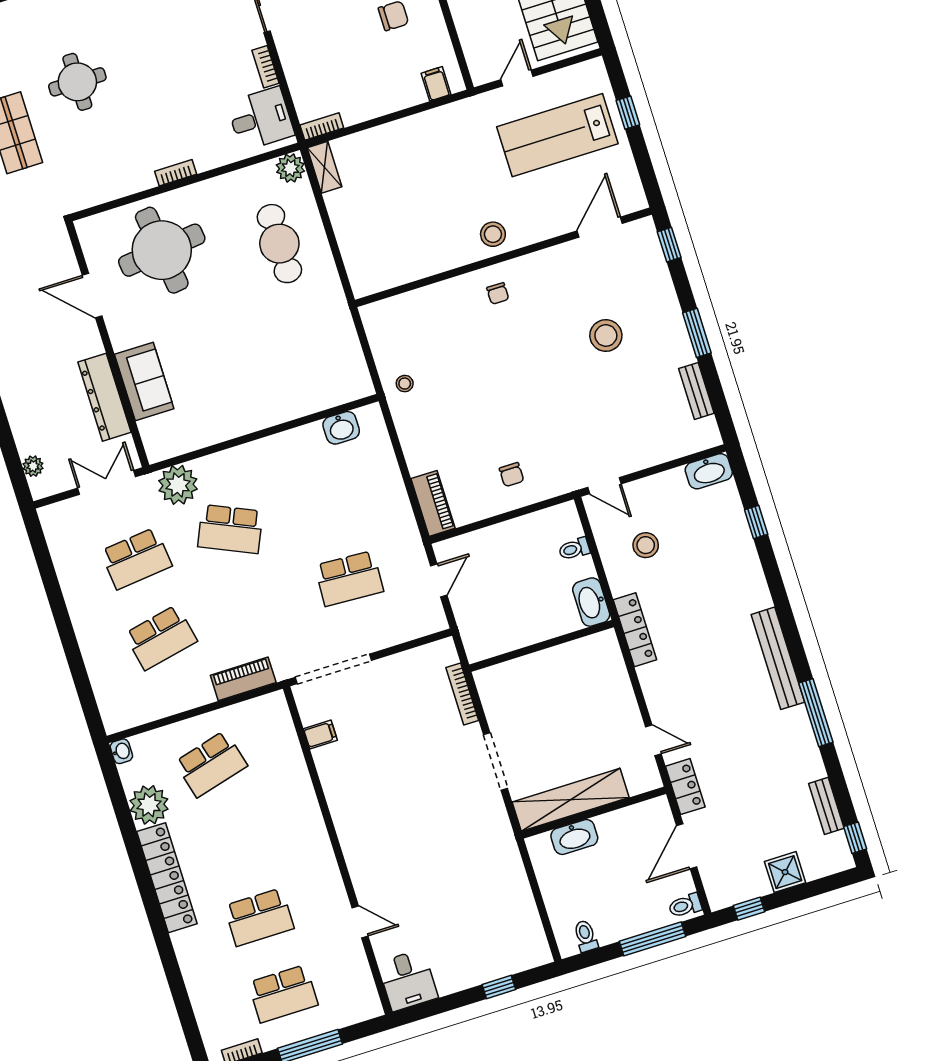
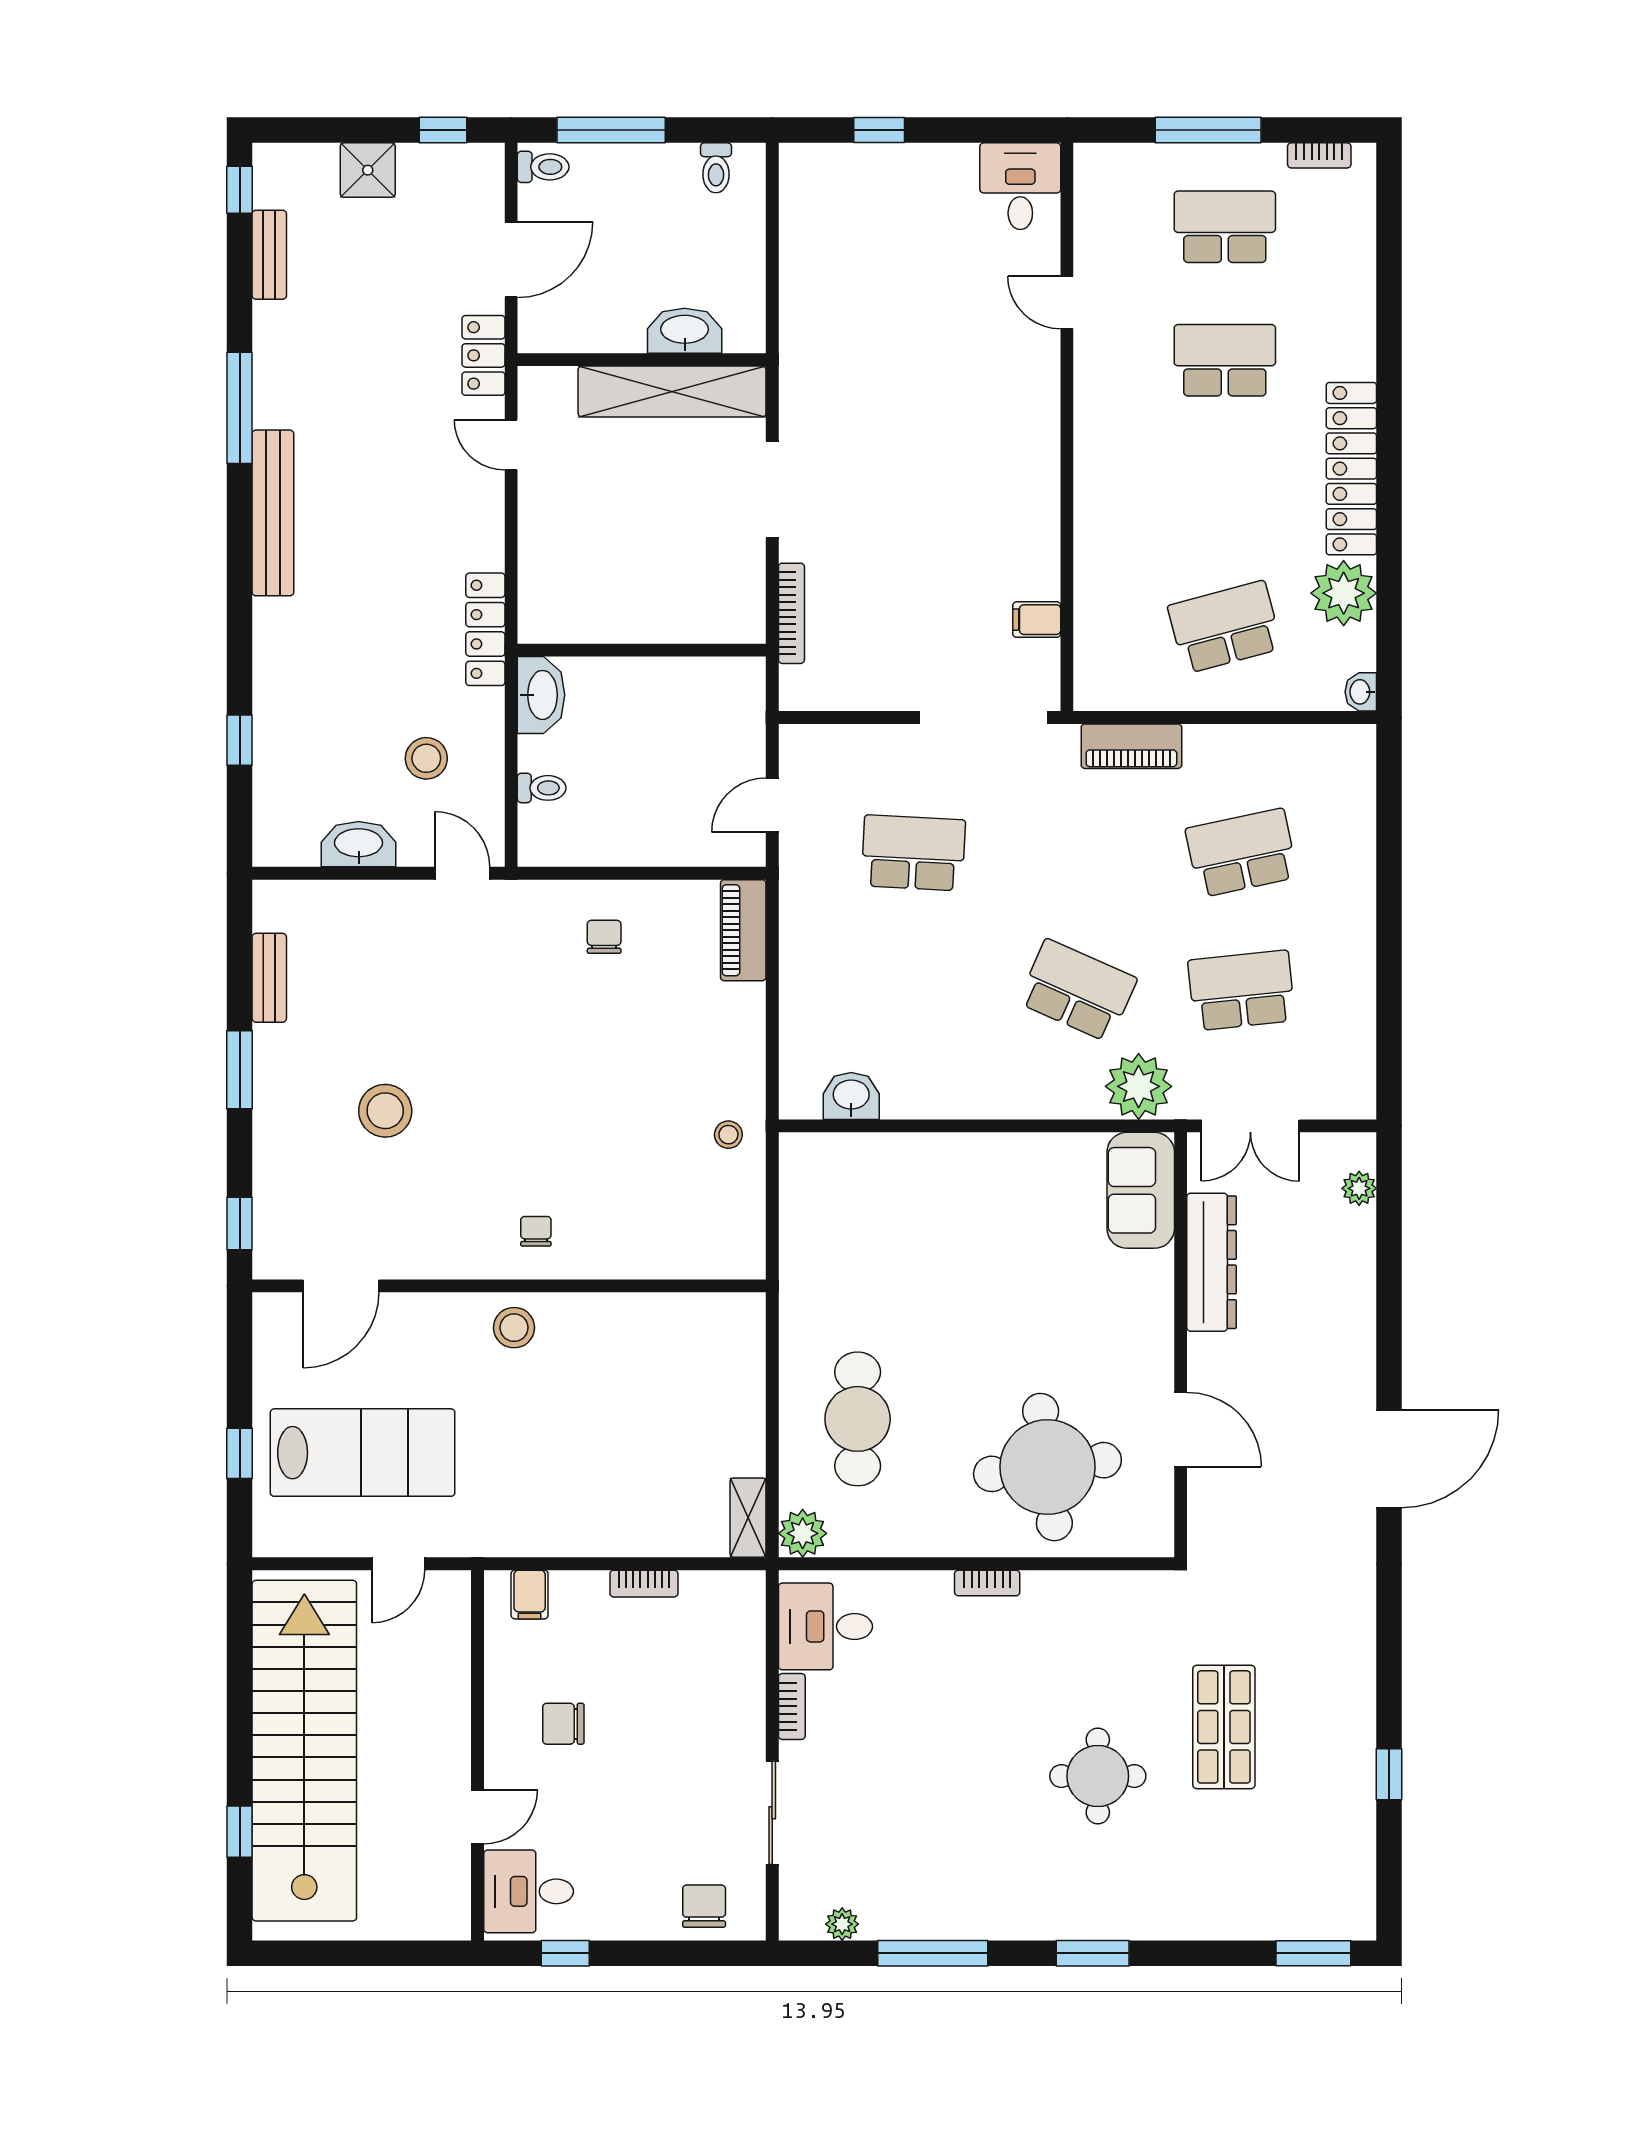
bookcase: (322, 127) -> (644, 1584), moved
sofa: (144, 382) -> (1141, 1190), moved
washbasin: (709, 471) -> (359, 844), moved

